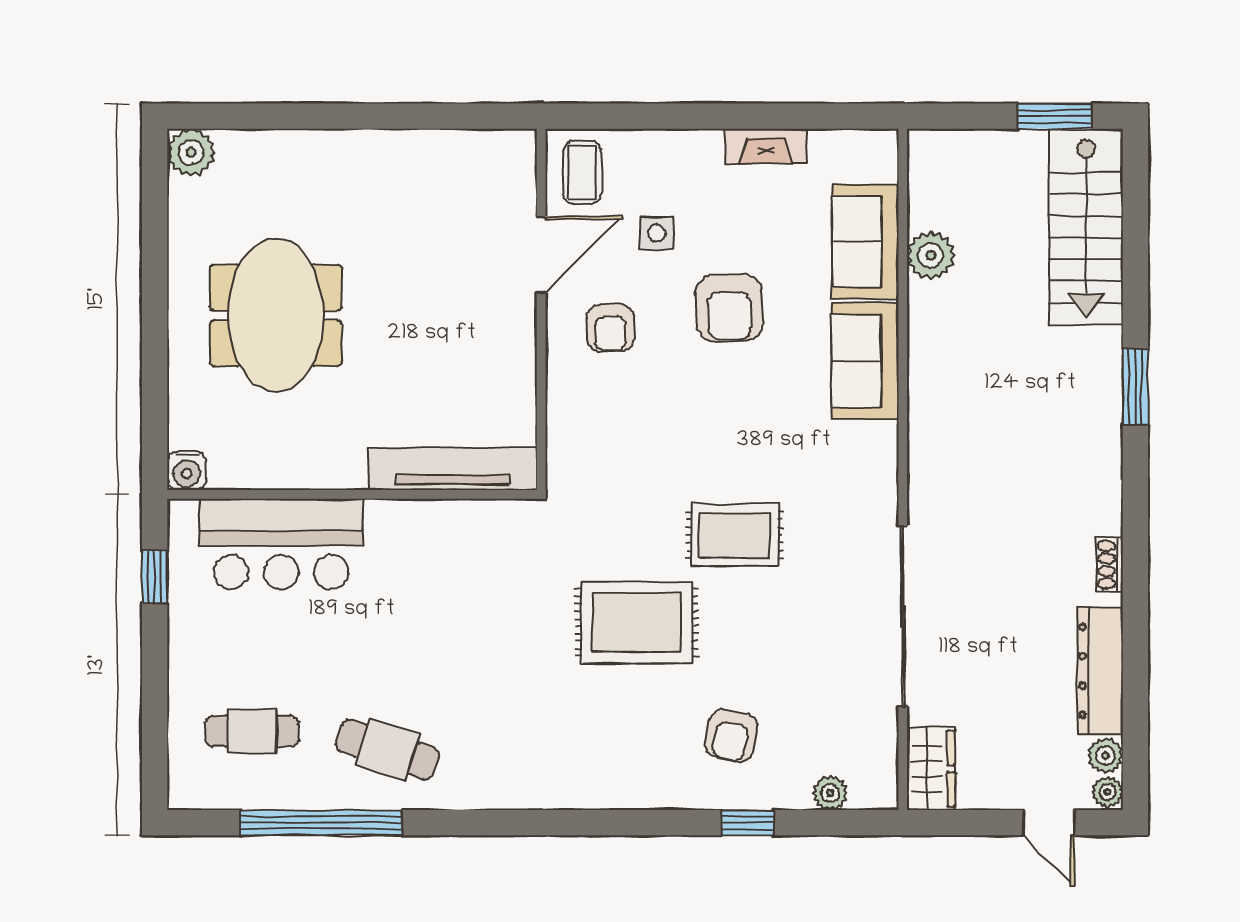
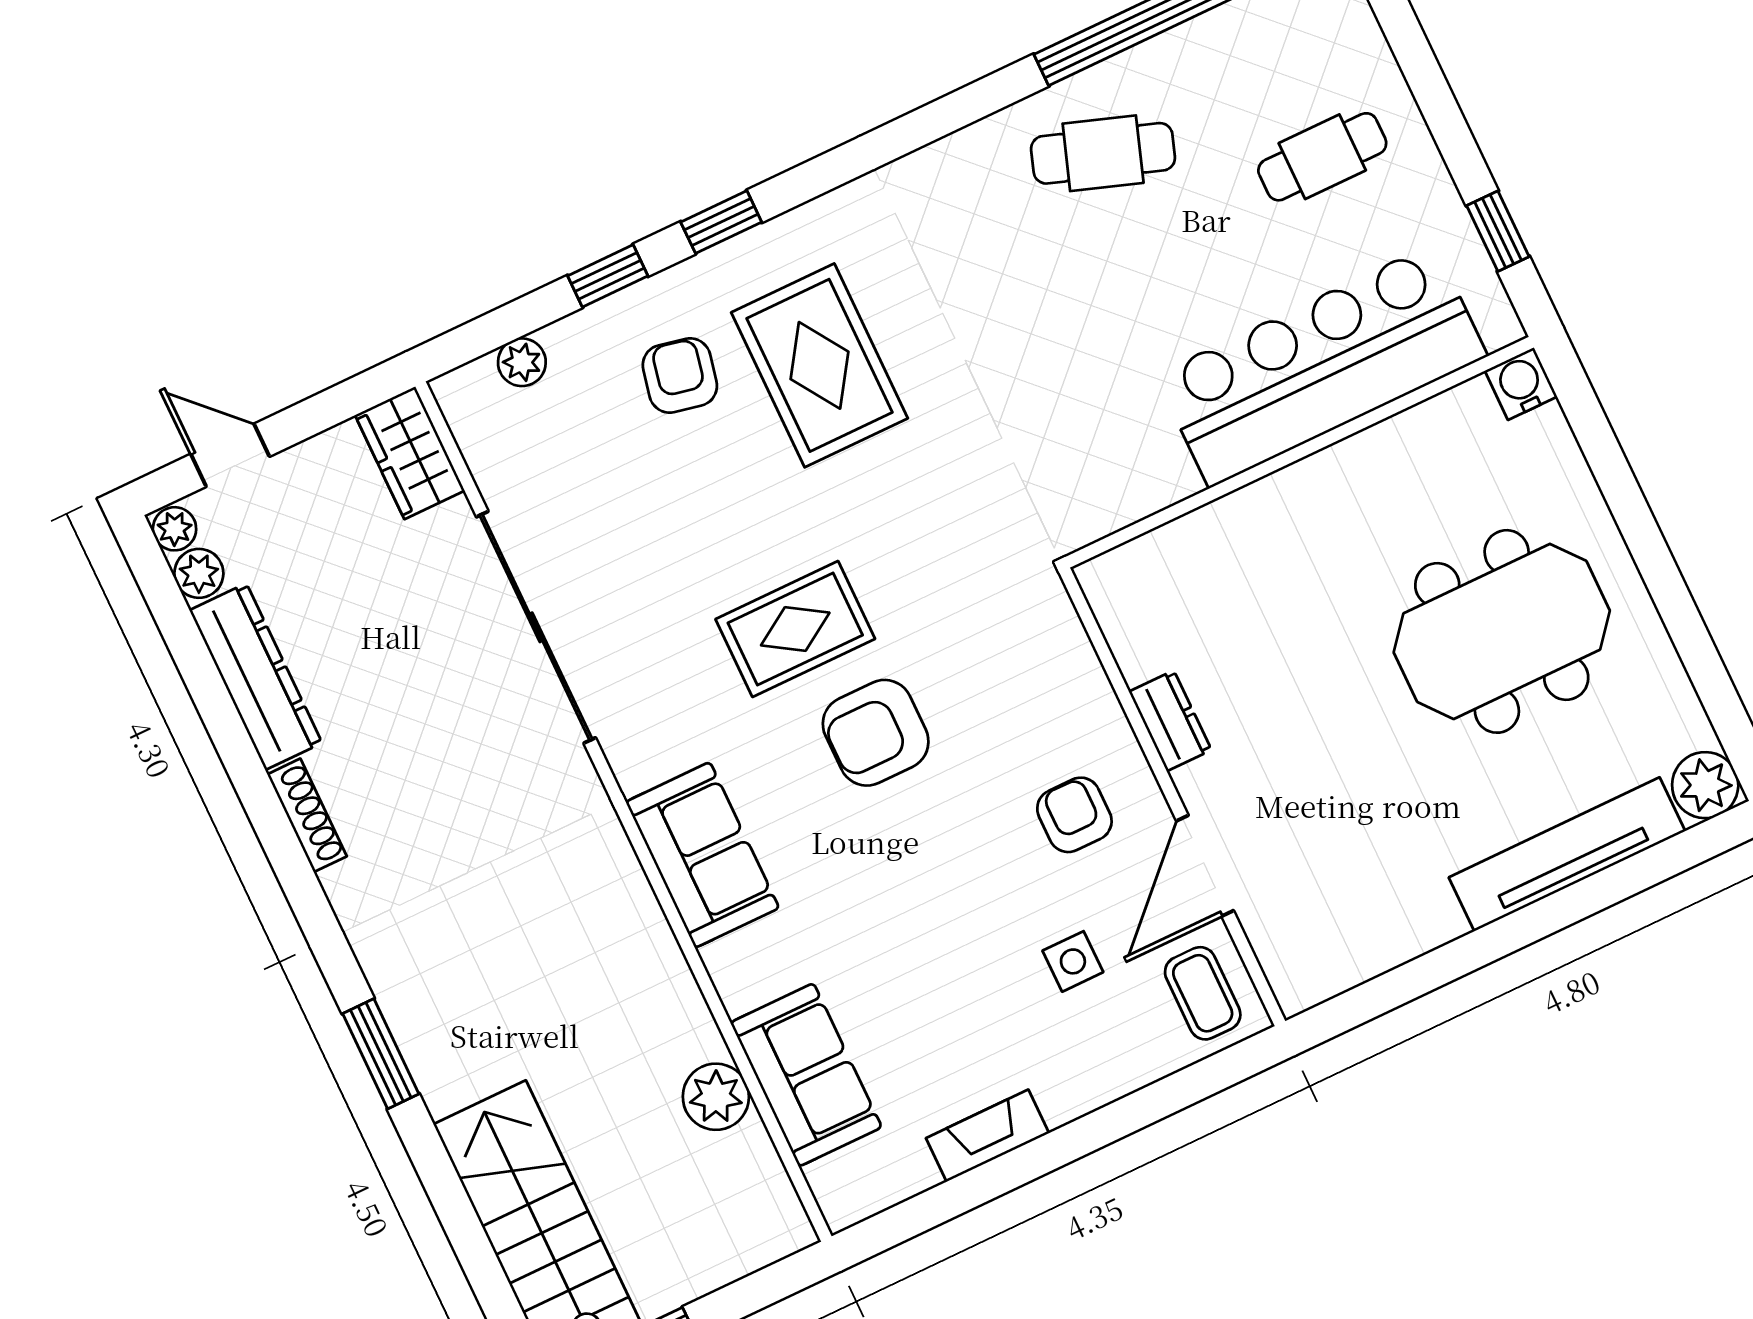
armchair: (729, 308) -> (876, 733), moved, turned -88
meeting table: (276, 315) -> (1502, 631), turned 90
dresser: (519, 360) -> (1170, 721), added
sofa: (865, 361) -> (702, 855), moved
tv unit: (453, 469) -> (1567, 854), moved, turned 180
bar counter: (281, 544) -> (1321, 366), width x1.36
shoe rack: (1110, 565) -> (307, 815), width x1.43
rug: (637, 622) -> (819, 365), moved, turned 90
cafe table: (252, 731) -> (1322, 157), moved
window: (657, 823) -> (721, 222), added

